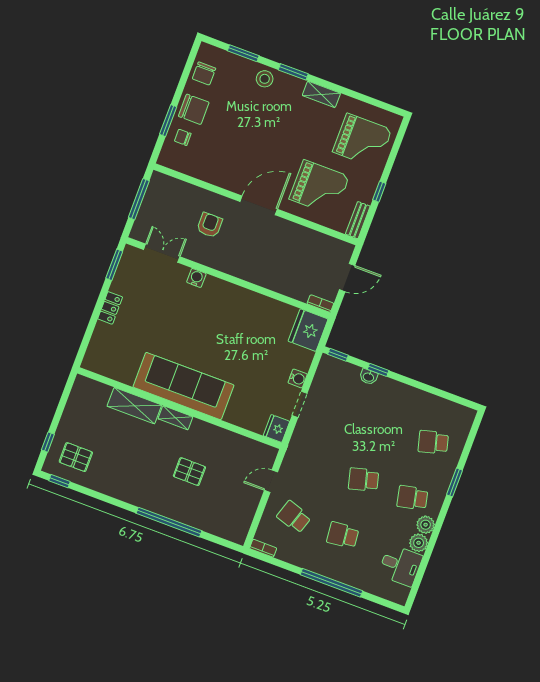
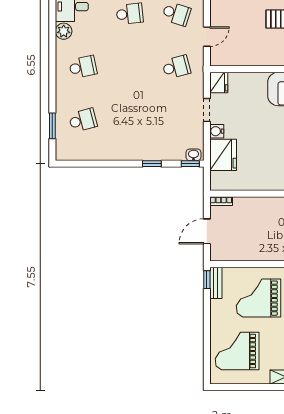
window: (379, 192) -> (207, 280), moved
fridge: (308, 330) -> (223, 155), moved
washbasin: (369, 377) -> (194, 155), moved
school desk: (364, 480) -> (176, 67), moved
window: (454, 482) -> (52, 126), moved
plant: (426, 525) -> (63, 49), removed

